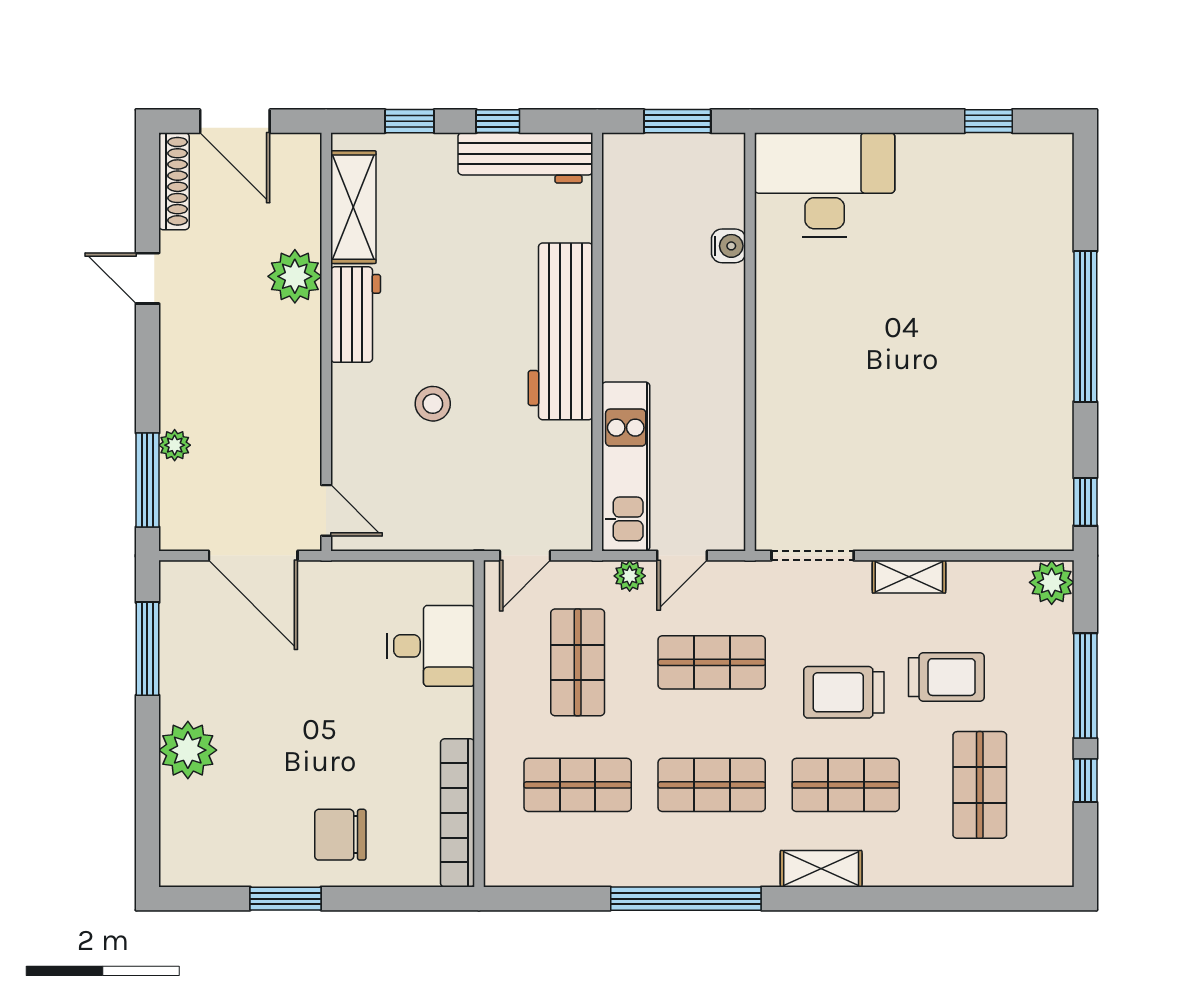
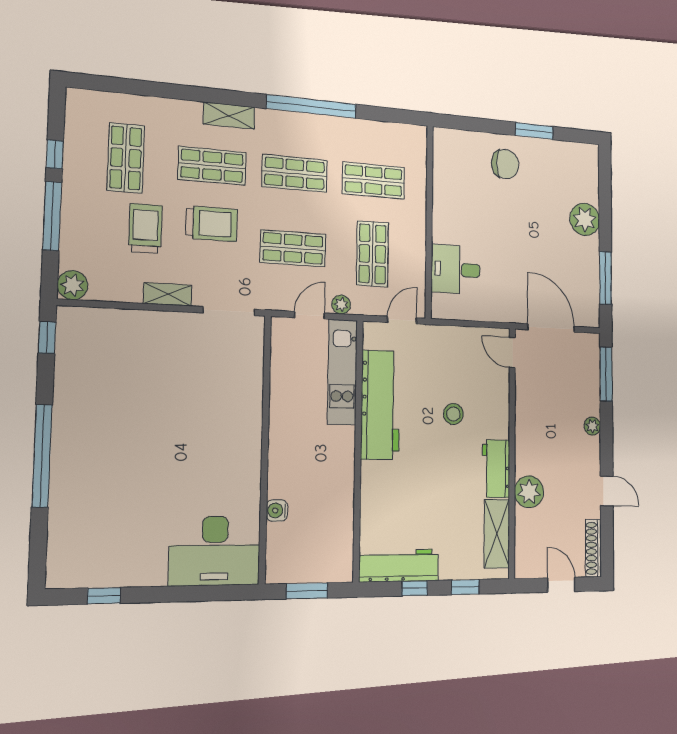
door: (235, 121) -> (561, 585), width x0.73
workbench: (560, 331) -> (380, 405), moved
plant: (175, 445) -> (592, 426), moved
trolley: (946, 677) -> (145, 228), turned 90
bookcase: (458, 813) -> (442, 170), removed

